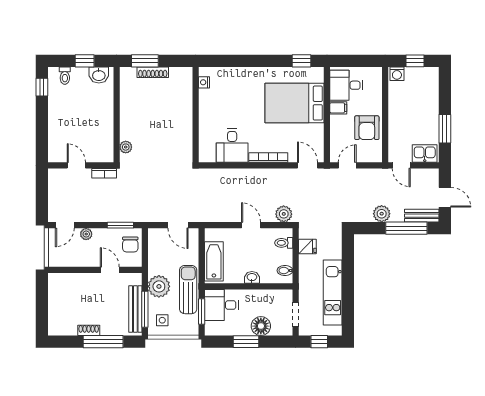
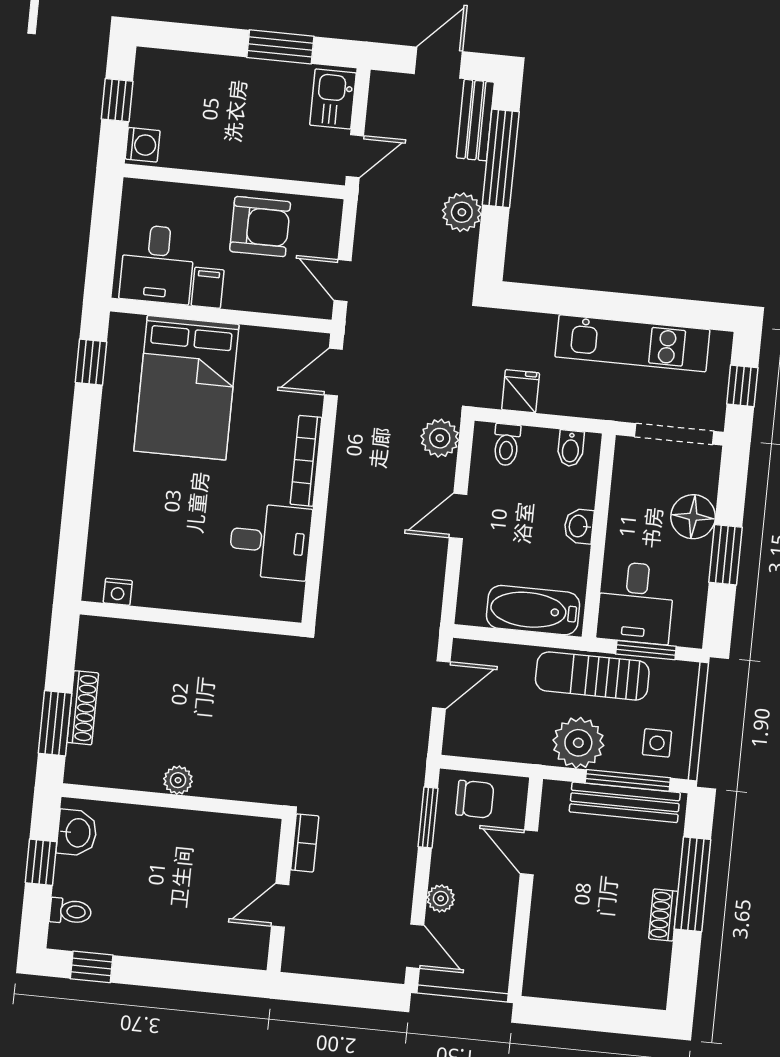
plant: (126, 147) -> (178, 780), moved
door: (110, 270) -> (529, 852), hinge flipped
doorway: (296, 314) -> (674, 434), width x1.38

